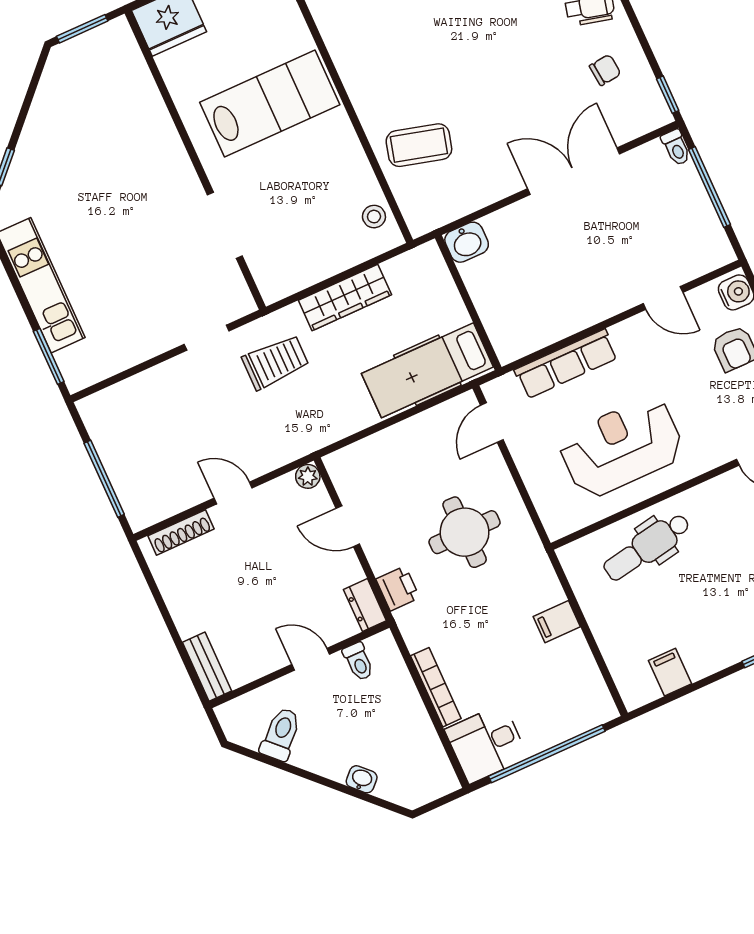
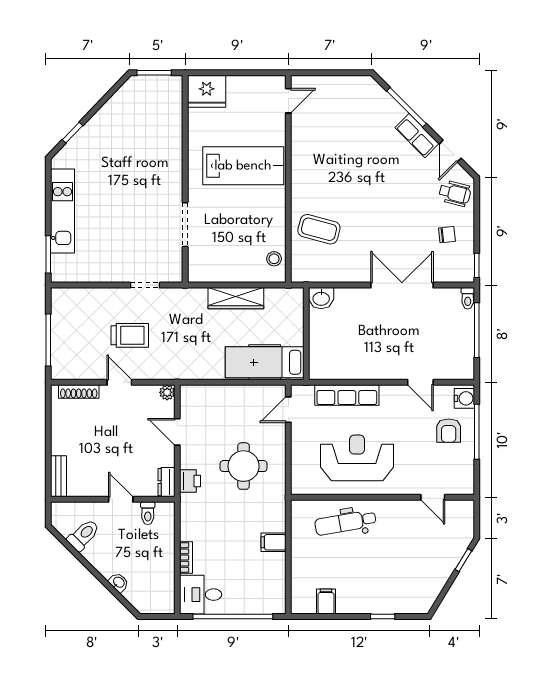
trolley: (275, 362) -> (130, 335), moved
bookcase: (436, 687) -> (186, 558), width x0.64

